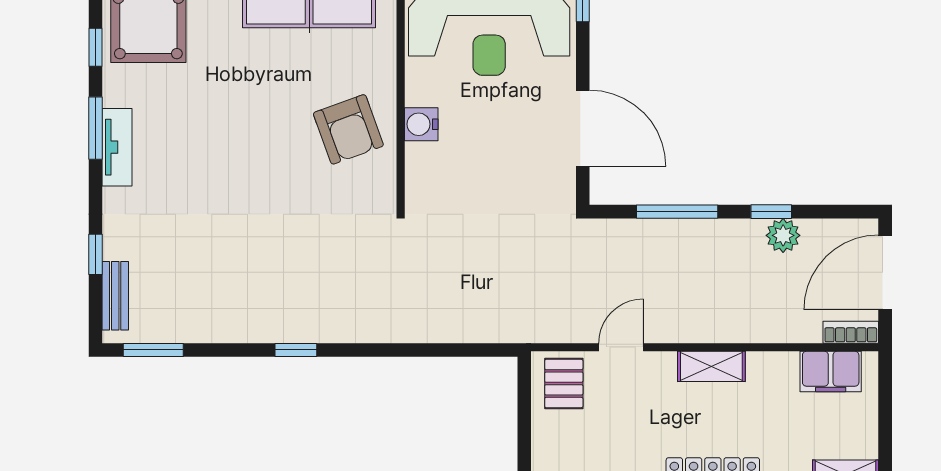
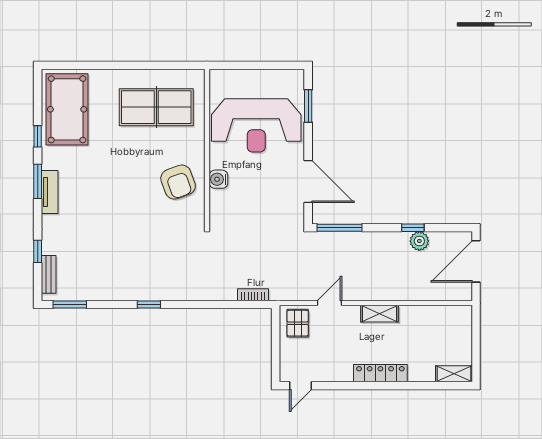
window: (677, 212) -> (340, 228), moved
bookcase: (851, 332) -> (253, 295), moved
filing cabinet: (831, 372) -> (446, 317), removed

